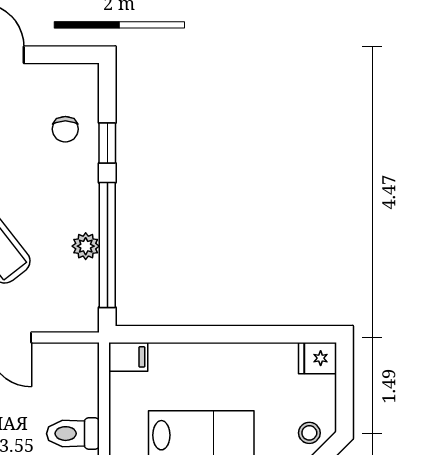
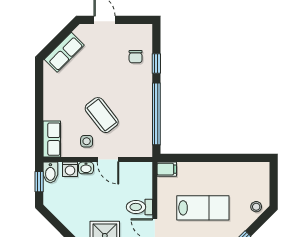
plant: (86, 246) -> (146, 114), removed
fridge: (317, 358) -> (260, 170), removed

